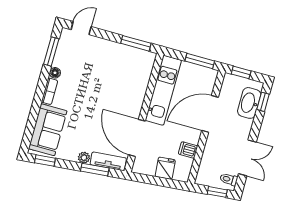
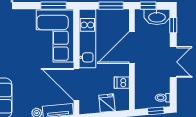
corner sofa: (128, 78) -> (55, 36), added
washbasin: (249, 103) -> (157, 17), moved, turned -90
double door: (247, 158) -> (173, 62), moved

